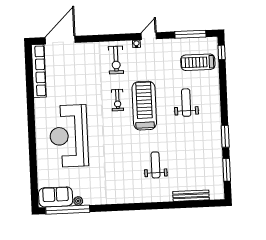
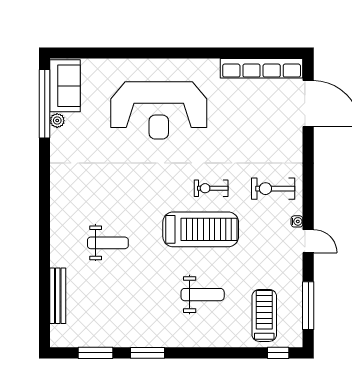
reception desk: (69, 136) -> (159, 110), turned 180

